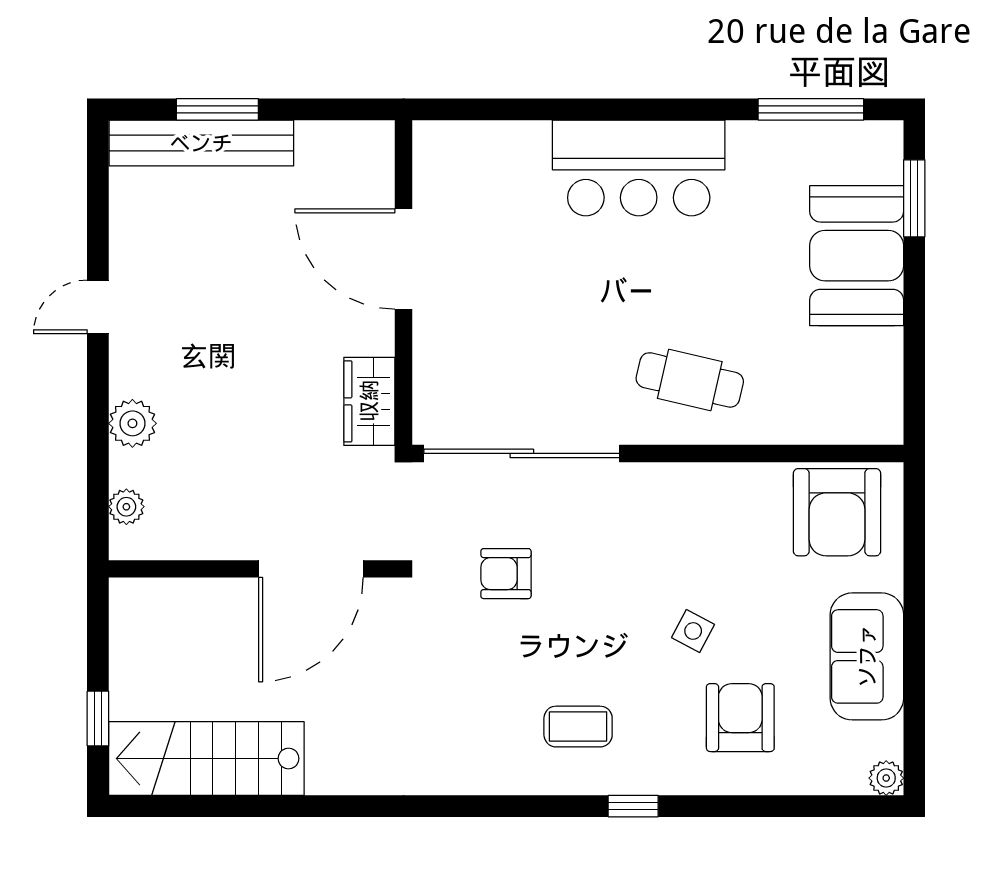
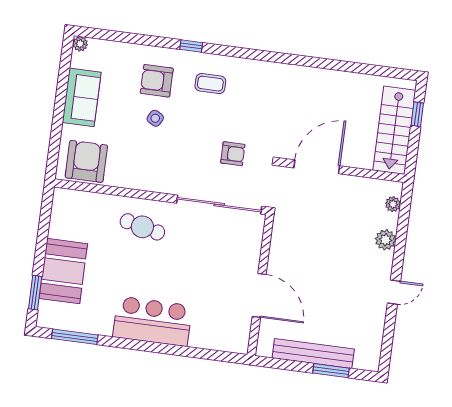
bench: (201, 143) -> (313, 353), moved
wardrobe: (369, 401) -> (282, 236), removed
armchair: (740, 718) -> (157, 81), moved, turned 90
stairs: (206, 759) -> (394, 130), moved, turned 90

